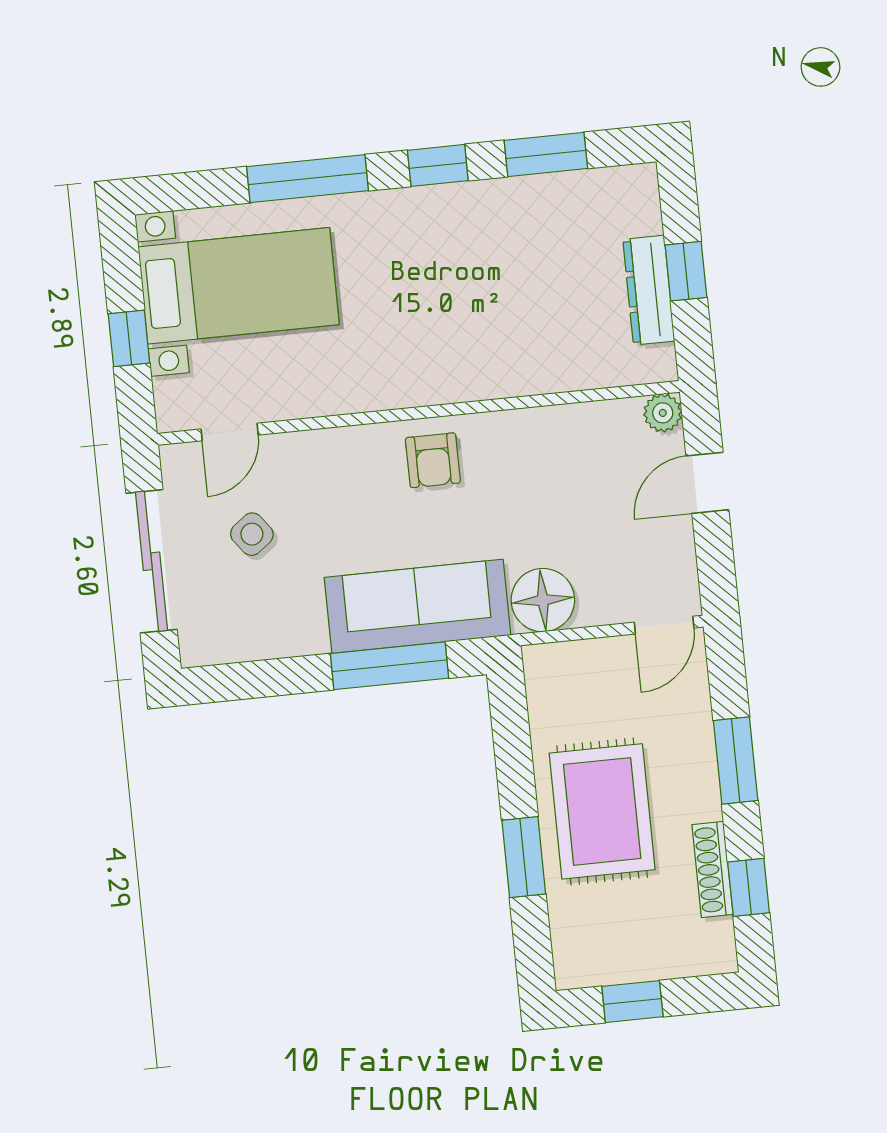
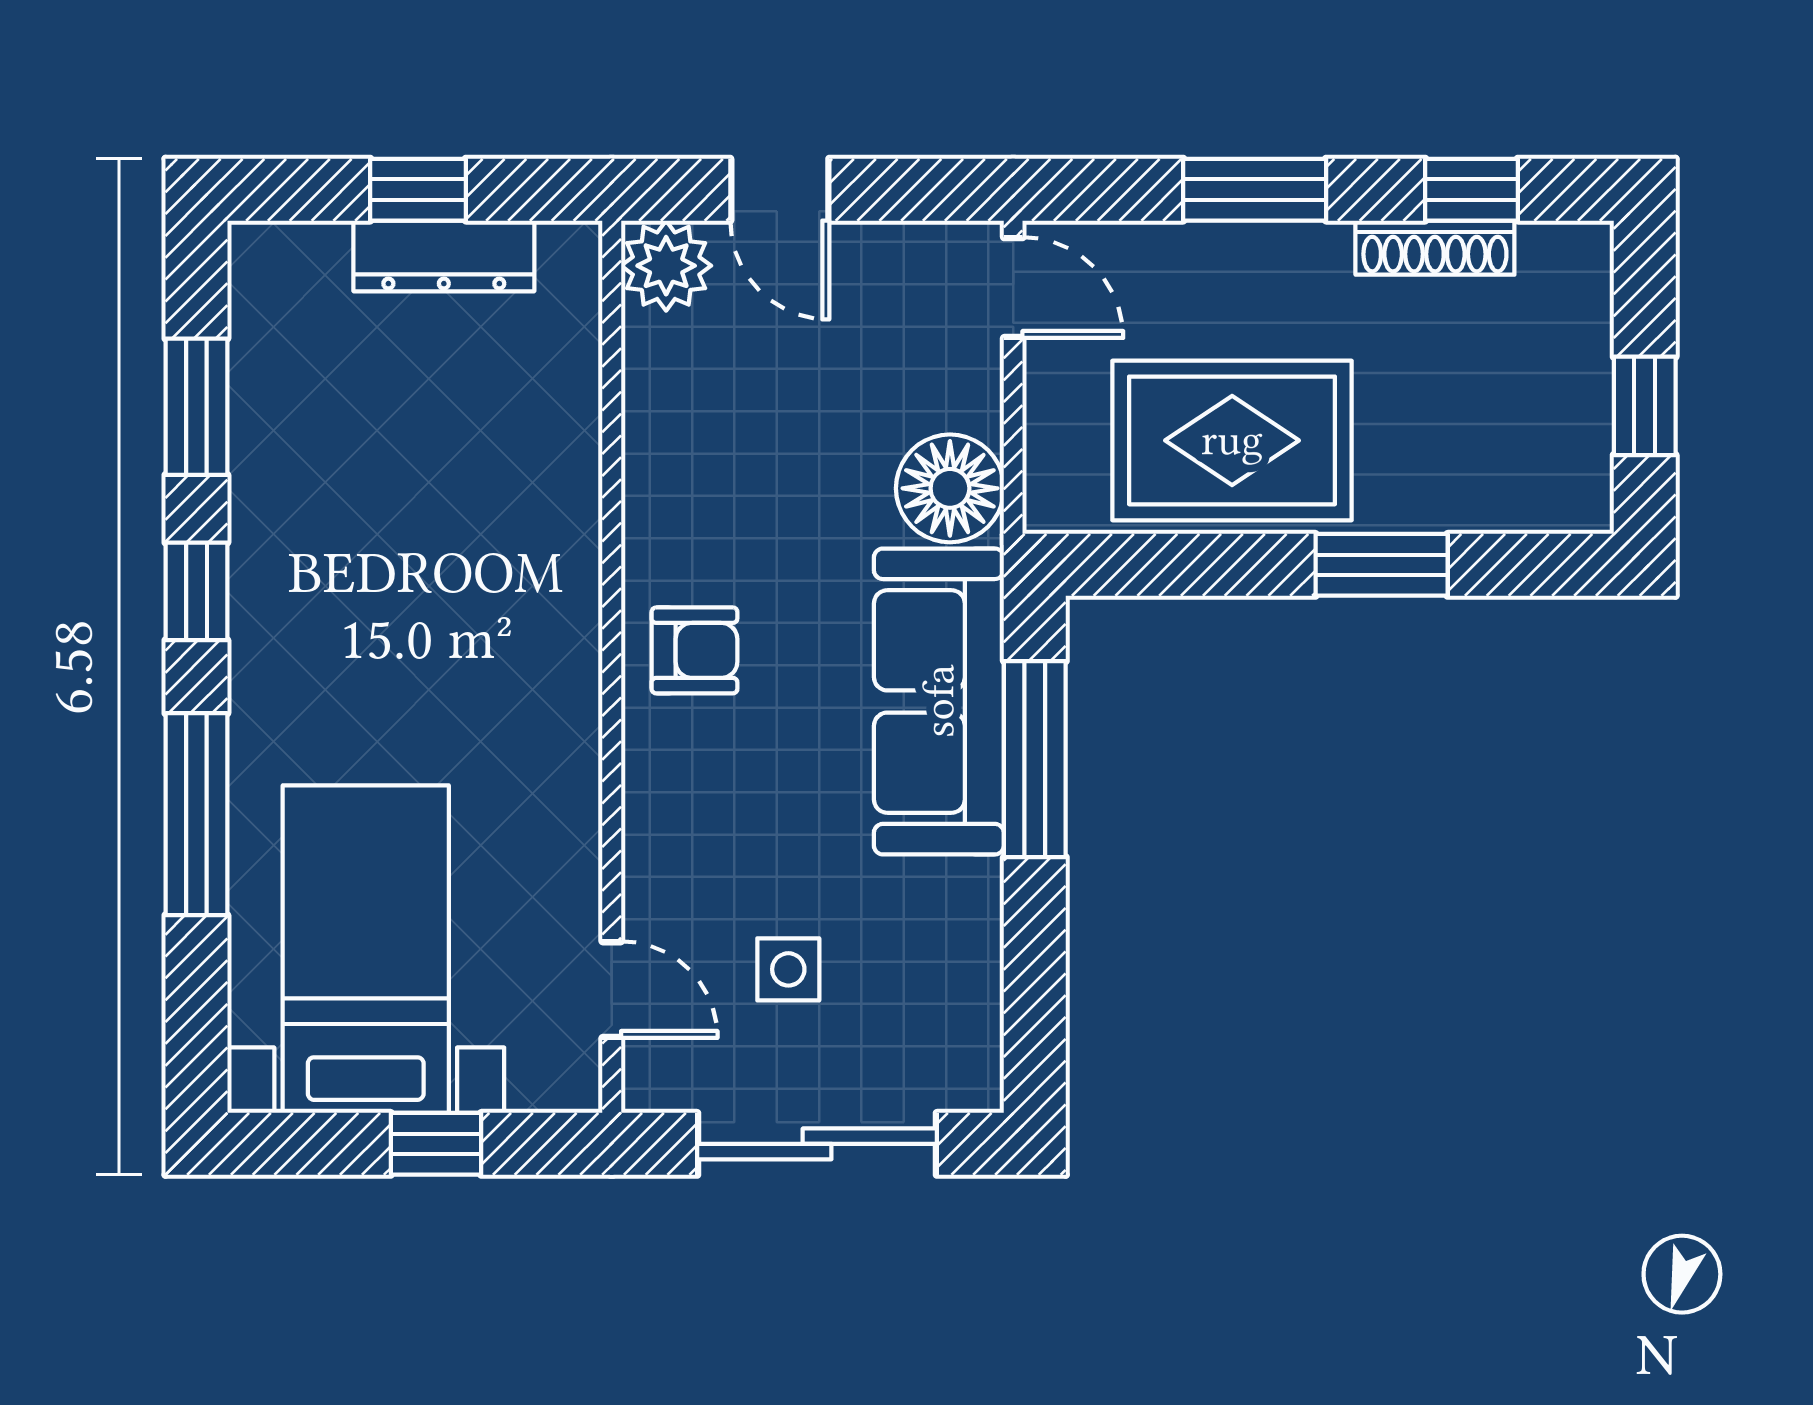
plant: (663, 413) -> (666, 266), width x1.38, depth x1.38
side table: (252, 534) -> (788, 969), turned 37
rug: (602, 811) -> (1232, 440), moved

